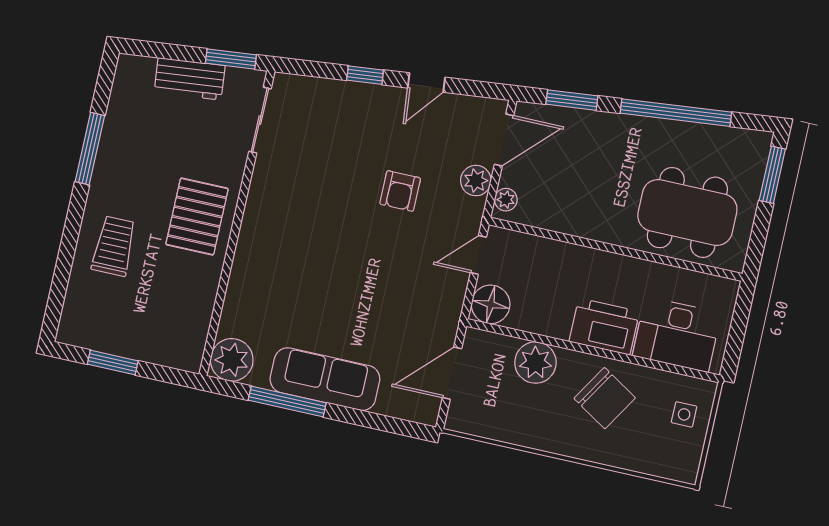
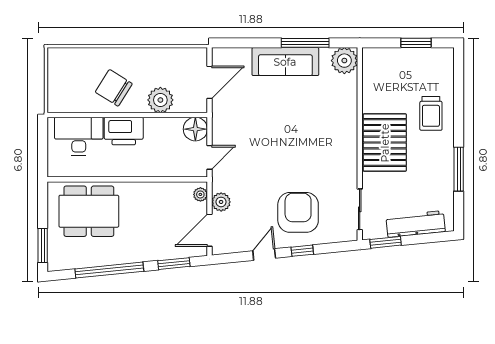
workbench: (190, 79) -> (416, 224), width x1.38
armchair: (400, 191) -> (298, 212), moved, width x1.88, depth x1.88
pallet: (197, 217) -> (385, 143), width x1.37, depth x1.41
side table: (684, 414) -> (64, 89), removed

